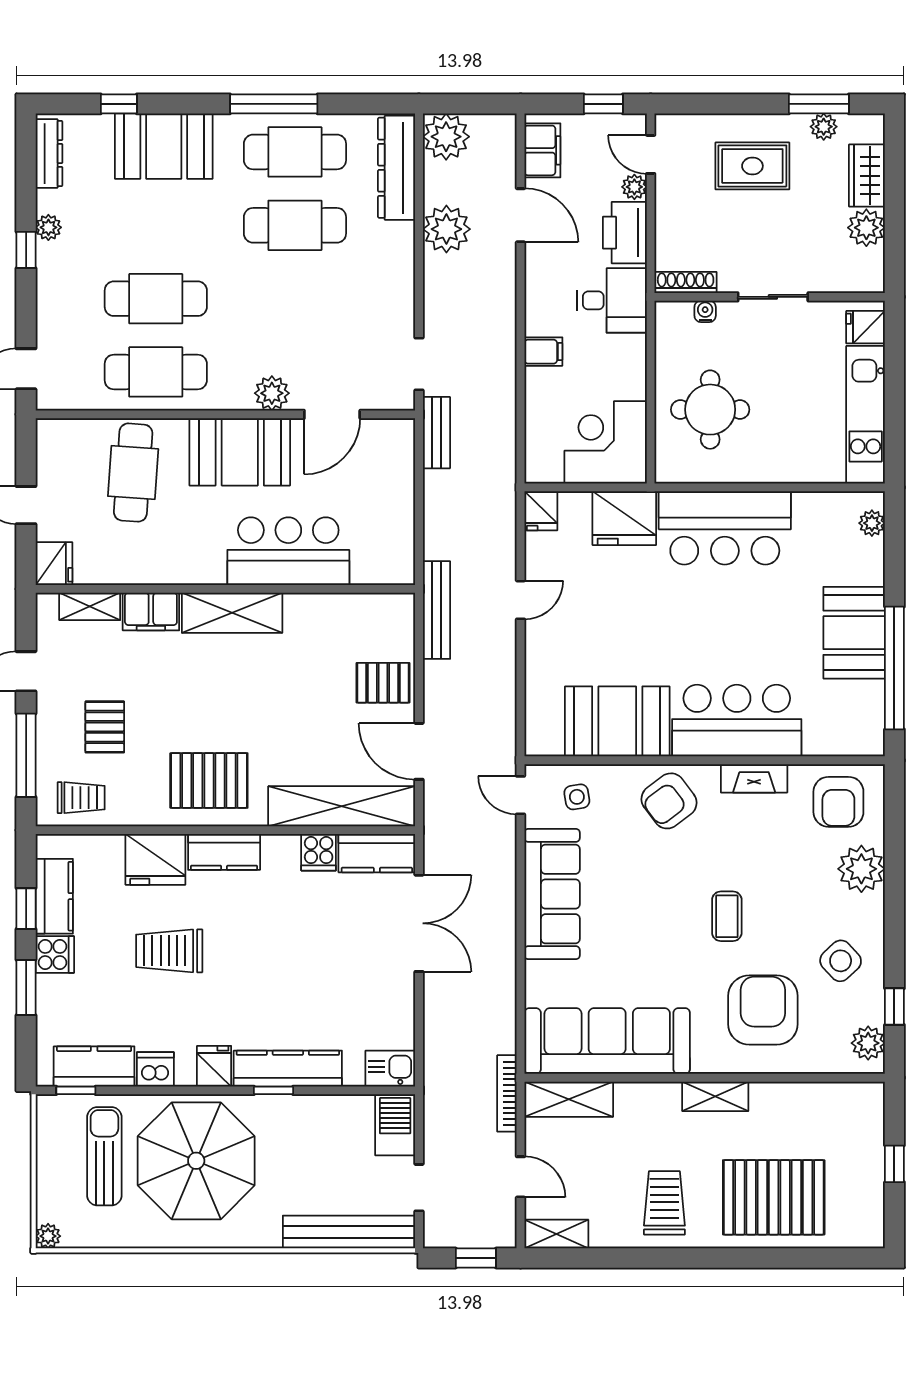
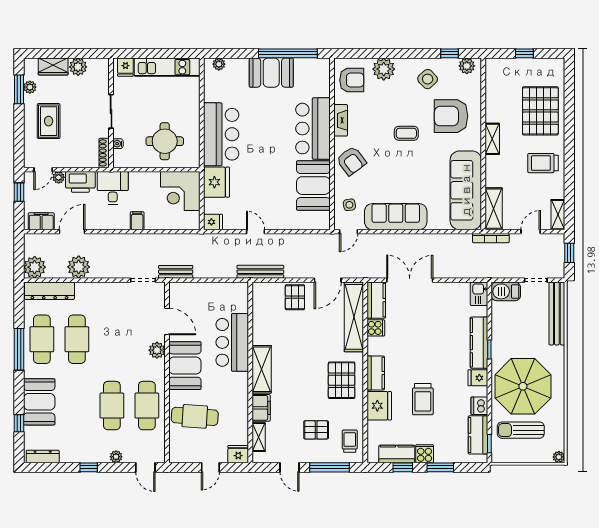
plant: (48, 227) -> (116, 457), moved

